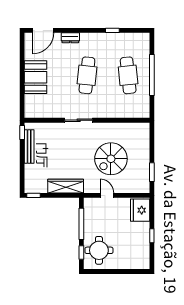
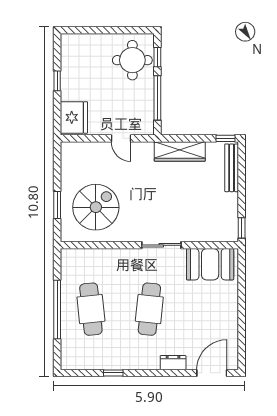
booth: (36, 77) -> (210, 264), moved, turned 90
bench: (29, 147) -> (232, 168), moved
spiral stairs: (111, 159) -> (96, 207), moved
window: (152, 172) -> (57, 205), moved

